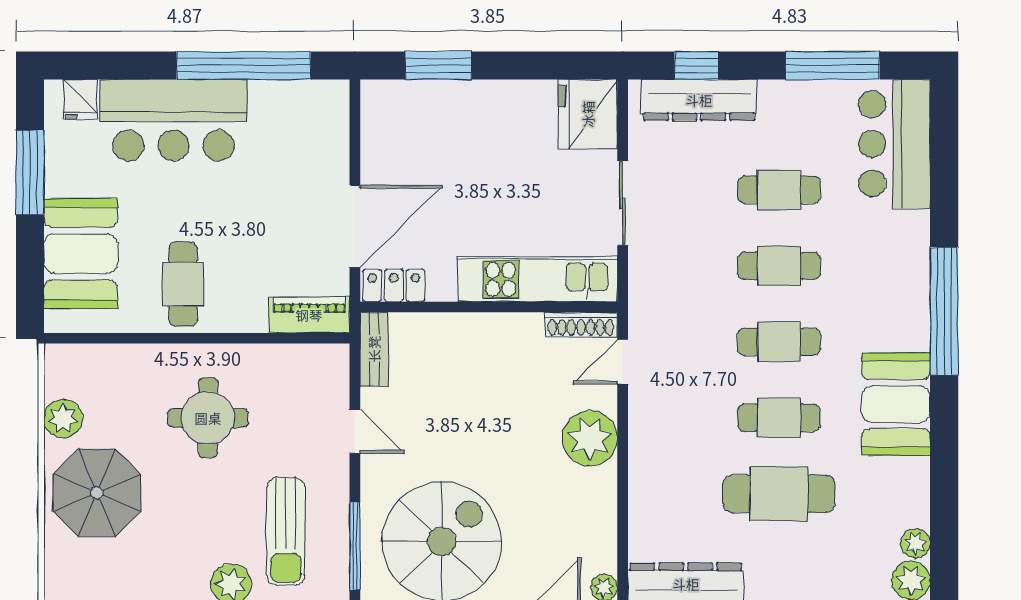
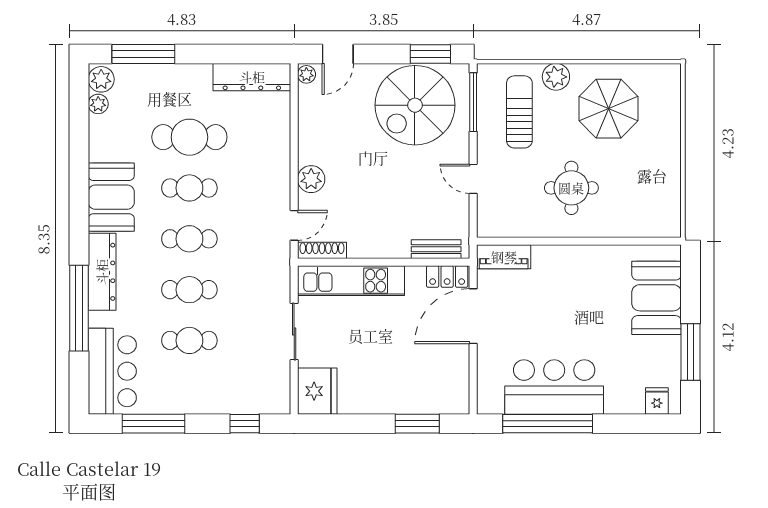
dresser: (699, 100) -> (102, 272), moved, turned 90
bar counter: (173, 120) -> (554, 387), moved
cafe table: (183, 284) -> (588, 277), removed
window: (944, 311) -> (79, 308), moved
bench: (374, 349) -> (436, 249), moved, turned 90
plant: (63, 419) -> (668, 187), removed
plant: (590, 438) -> (311, 179), width x0.73, depth x0.73
parasol: (97, 493) -> (608, 109), moved

